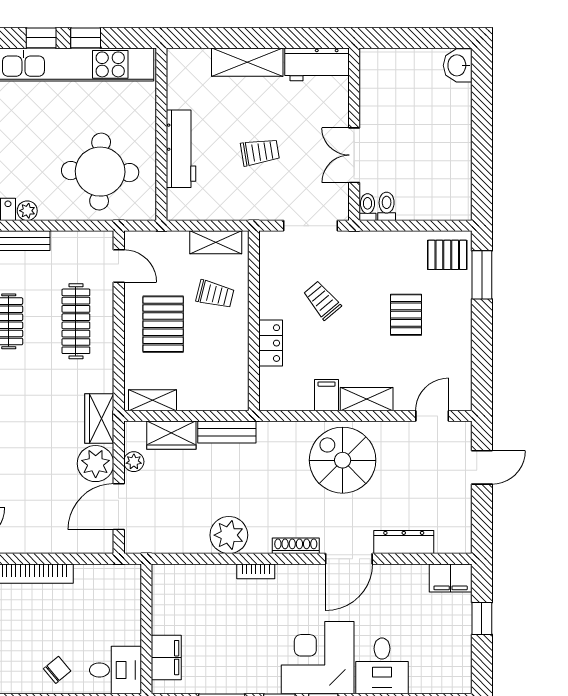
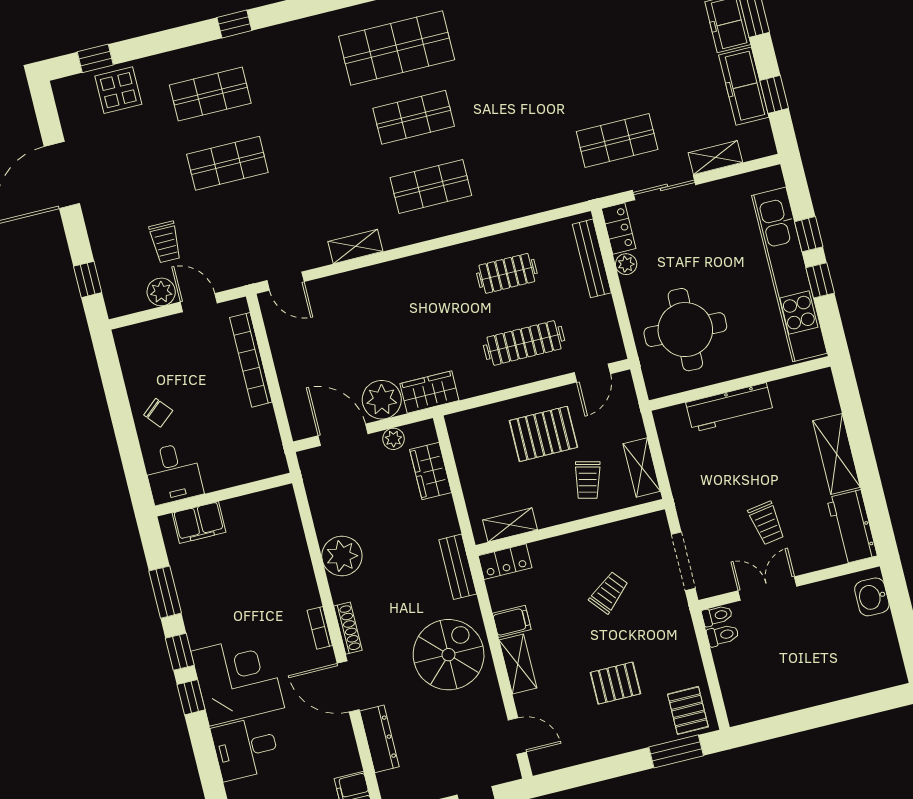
washbasin: (458, 65) -> (872, 597), moved, turned -90
trolley: (260, 152) -> (766, 523), moved
locker: (271, 343) -> (505, 562), moved
shelving: (152, 400) -> (510, 525), moved, turned 90
bench: (227, 432) -> (458, 567), moved
bookcase: (256, 571) -> (320, 628), moved

